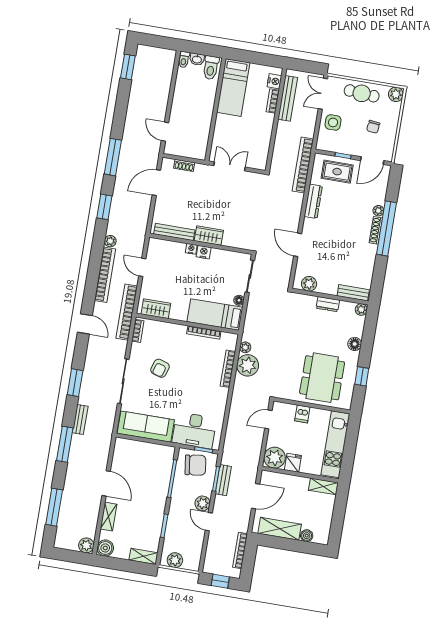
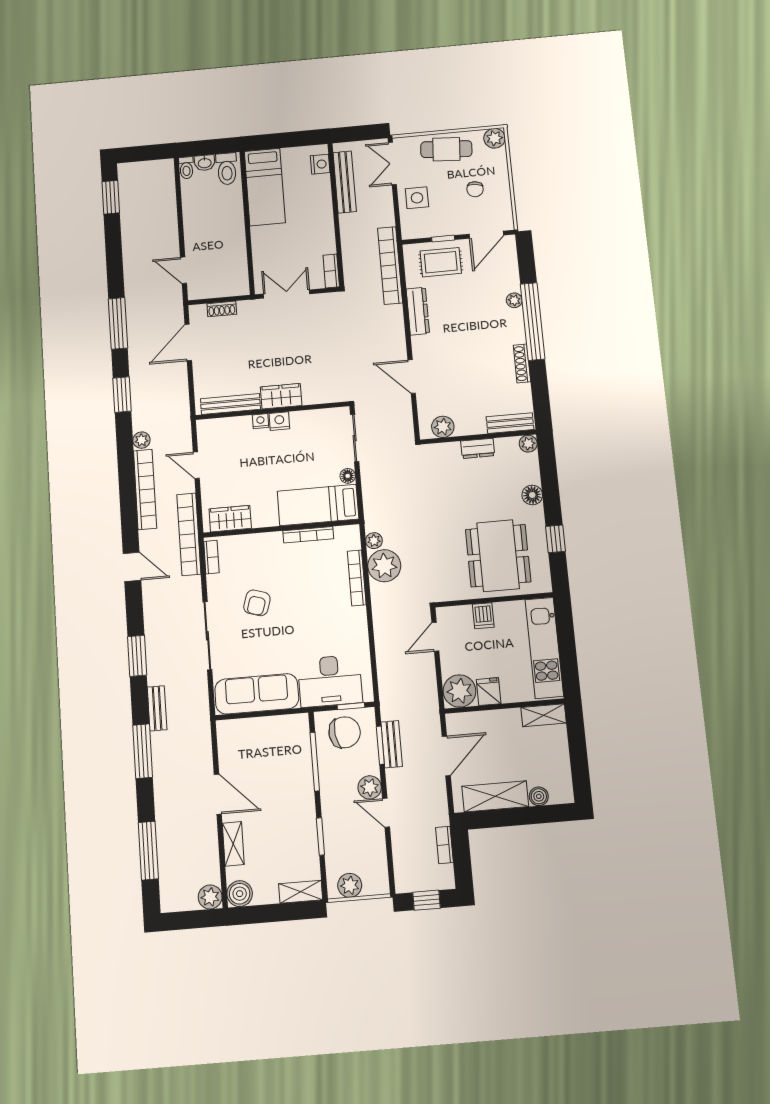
bookcase: (273, 101) -> (331, 271), moved
shoe rack: (376, 230) -> (522, 363), moved
bookcase: (240, 551) -> (444, 845), width x0.64

